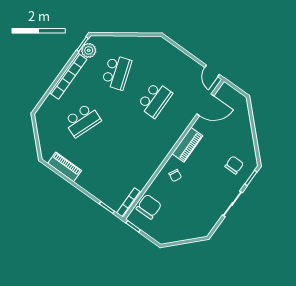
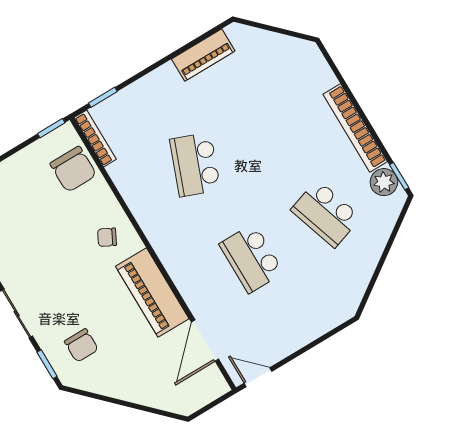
school desk: (82, 120) -> (195, 165), moved
piano: (187, 145) -> (152, 293), width x1.37, depth x1.33

